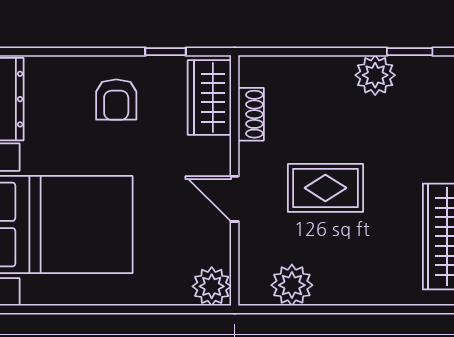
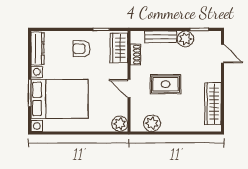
bench: (313, 70) -> (161, 37), added
armchair: (116, 100) -> (81, 49), turned 90

